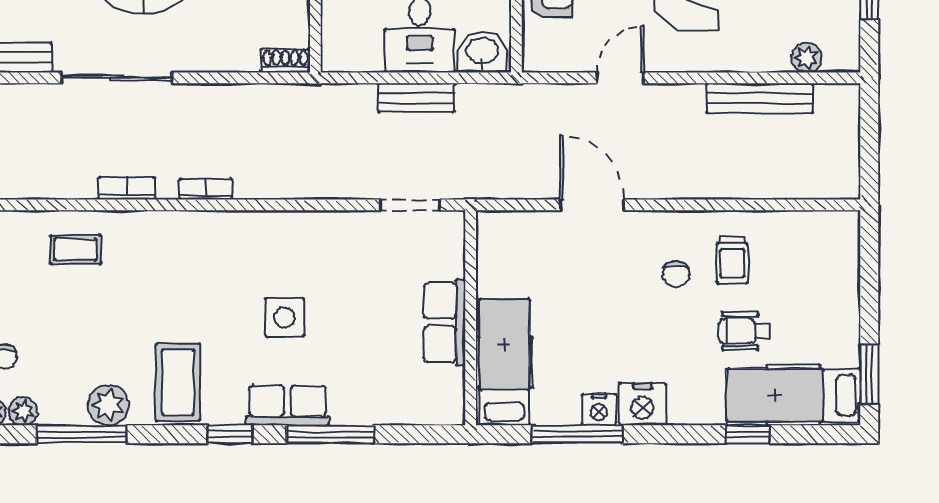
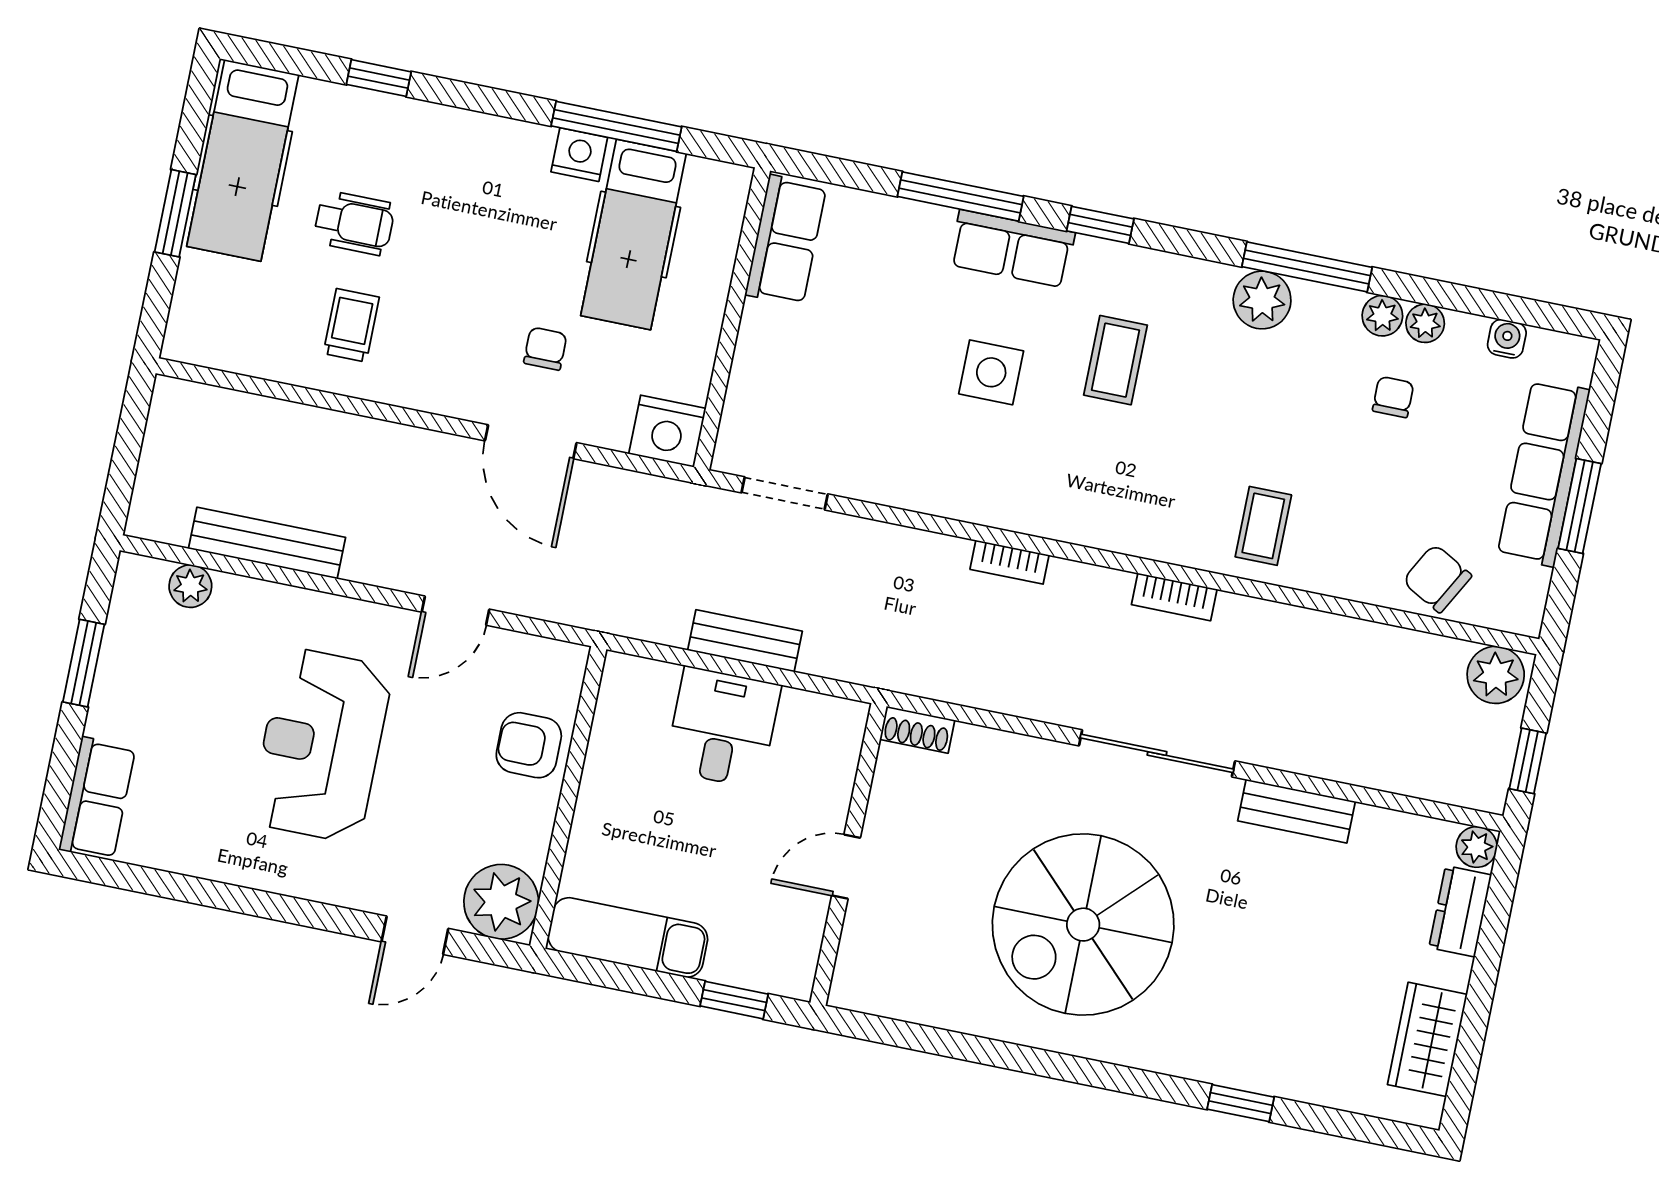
washbasin: (482, 52) -> (641, 686), removed
bookcase: (206, 189) -> (1010, 562), moved
coffee table: (75, 250) -> (1263, 526), turned 90
chair: (676, 274) -> (545, 349), moved
row of seats: (445, 322) -> (786, 240), moved
hospital bed: (504, 362) -> (634, 235), moved
window: (869, 374) -> (175, 213), moved
coffee table: (178, 382) -> (1115, 360), moved, width x0.73, depth x0.77
hospital bed: (793, 395) -> (243, 160), moved, turned 90
nightstand: (643, 404) -> (667, 431), moved, turned 180

